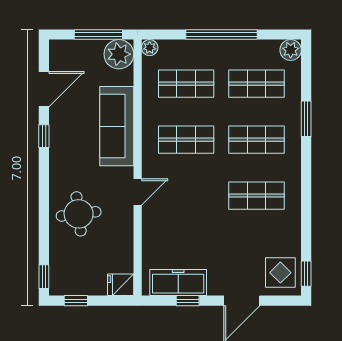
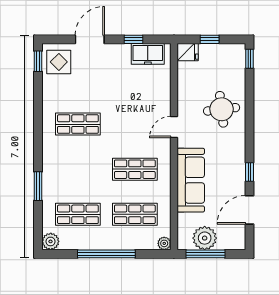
plant: (119, 54) -> (205, 238), moved
shop shelf: (257, 140) -> (78, 169), removed
freezer: (178, 283) -> (148, 54), width x0.71
window: (76, 301) -> (210, 39), moved

